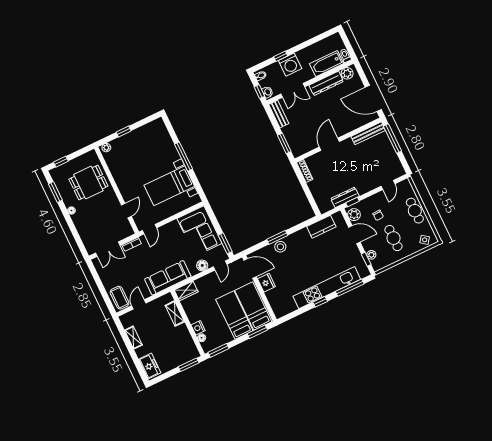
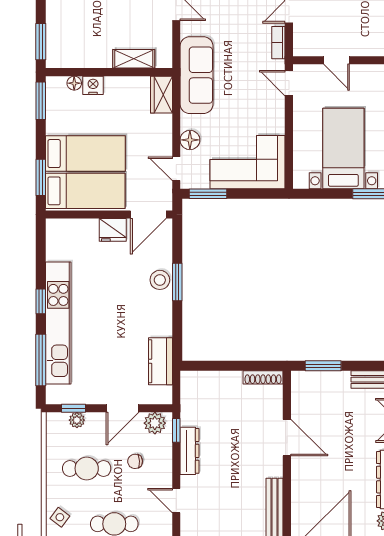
dresser: (345, 197) -> (190, 451), moved

